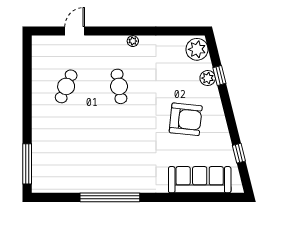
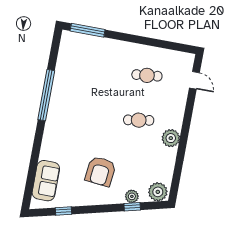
door: (75, 31) -> (194, 80), moved
plant: (133, 41) -> (171, 138), width x1.88, depth x1.88
cafe table: (66, 86) -> (147, 75), turned -30
sofa: (200, 180) -> (46, 181), width x0.73

